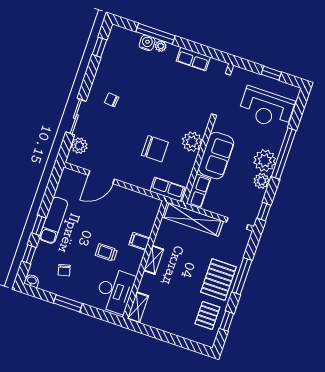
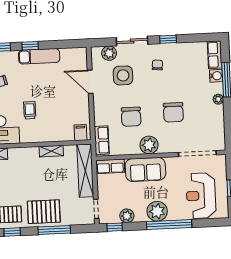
plant: (161, 46) -> (218, 99), moved
window: (100, 47) -> (168, 39), moved
row of seats: (193, 59) -> (215, 55), moved
chair: (168, 103) -> (173, 112), added
side table: (108, 140) -> (123, 75), added
plant: (262, 181) -> (127, 216), moved
filing cabinet: (139, 241) -> (81, 133), moved
shelving: (154, 260) -> (51, 151), moved

